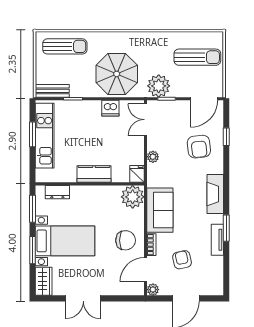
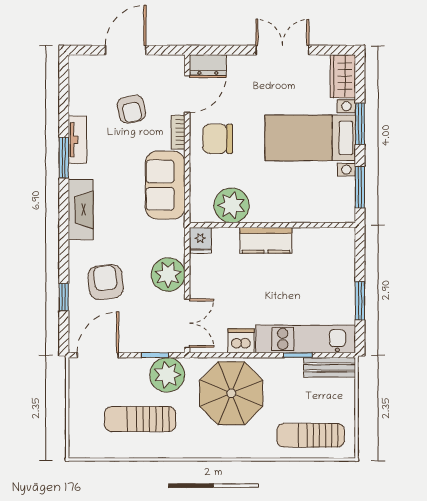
sun lounger: (197, 57) -> (140, 419), moved
kitchen unit: (45, 136) -> (306, 339), moved, turned 90
plant: (153, 157) -> (168, 275), width x1.88, depth x1.88
dresser: (57, 192) -> (208, 65), moved, turned 180
plant: (133, 197) -> (232, 205), moved
plant: (153, 290) -> (176, 64), removed

